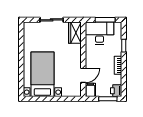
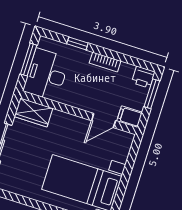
door: (83, 75) -> (104, 121), swing flipped

